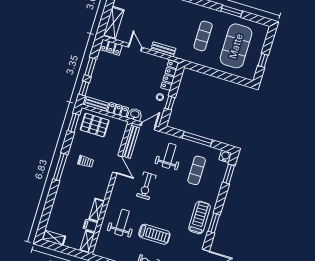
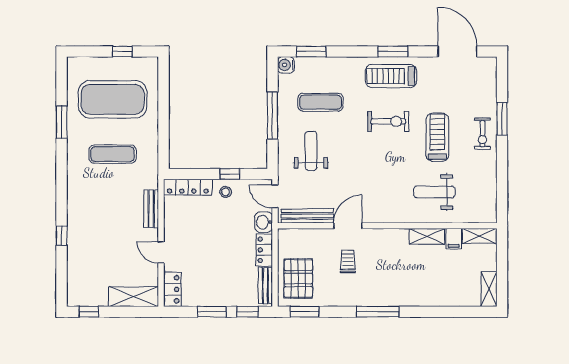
door: (135, 47) -> (161, 252), hinge flipped
weight bench: (169, 156) -> (311, 151), turned 90
trolley: (86, 162) -> (348, 261), moved
exercise bike: (146, 186) -> (388, 121), moved

